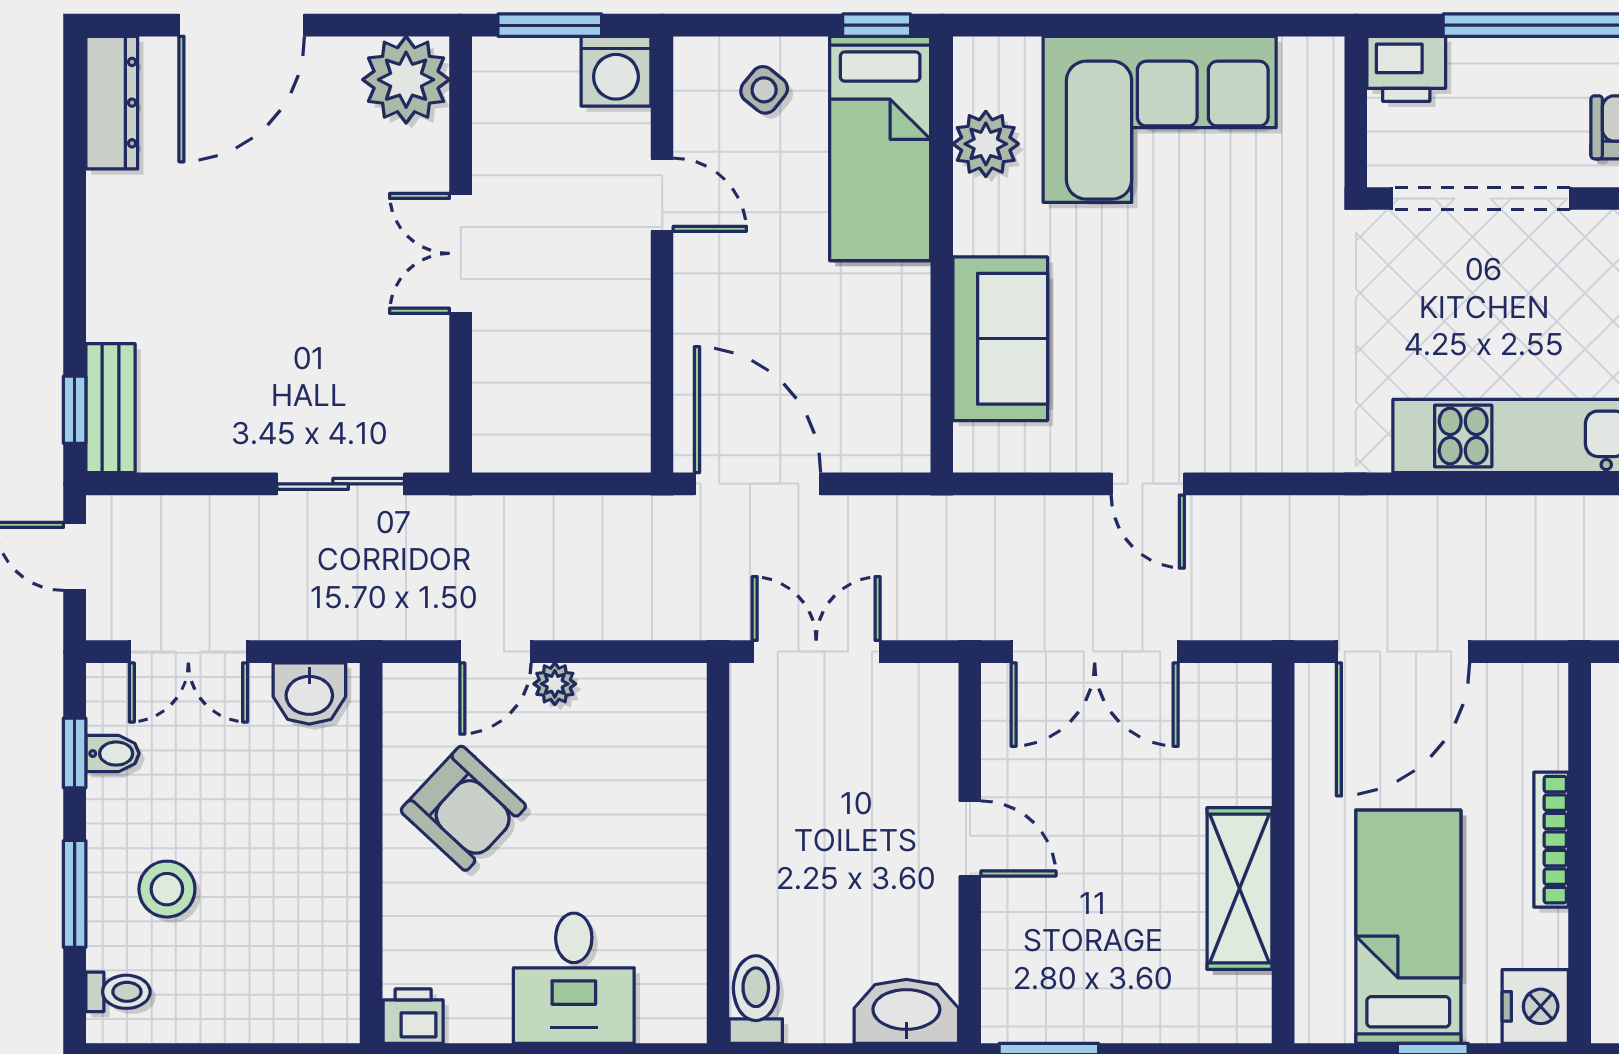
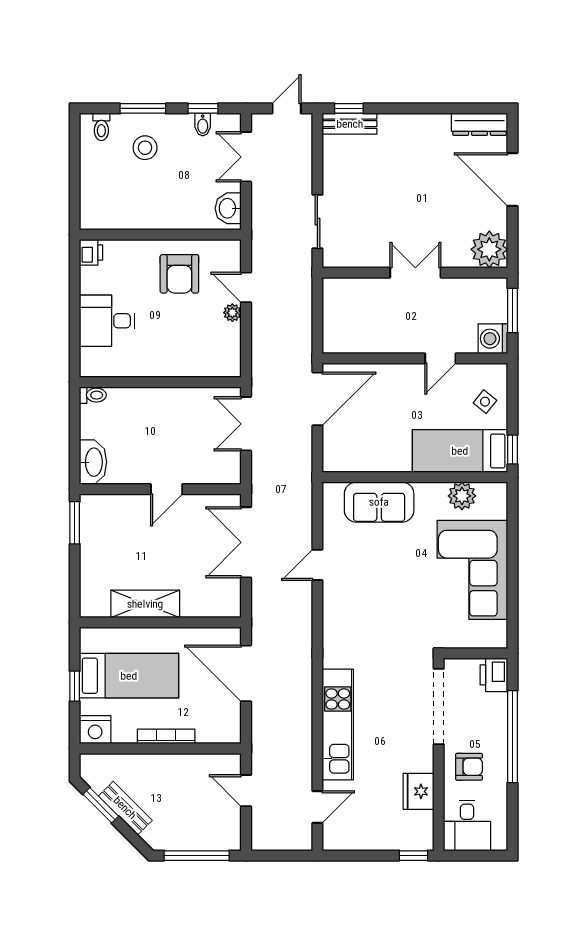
double door: (816, 652) -> (246, 424), swing flipped
armchair: (463, 808) -> (179, 274), turned -43
toilet: (756, 1000) -> (93, 395), width x0.73, depth x0.72

